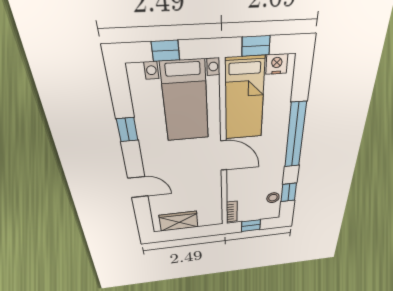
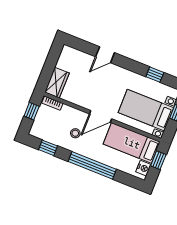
window: (127, 130) -> (155, 75), moved
stool: (273, 198) -> (75, 133), moved
wardrobe: (179, 221) -> (57, 83), moved

